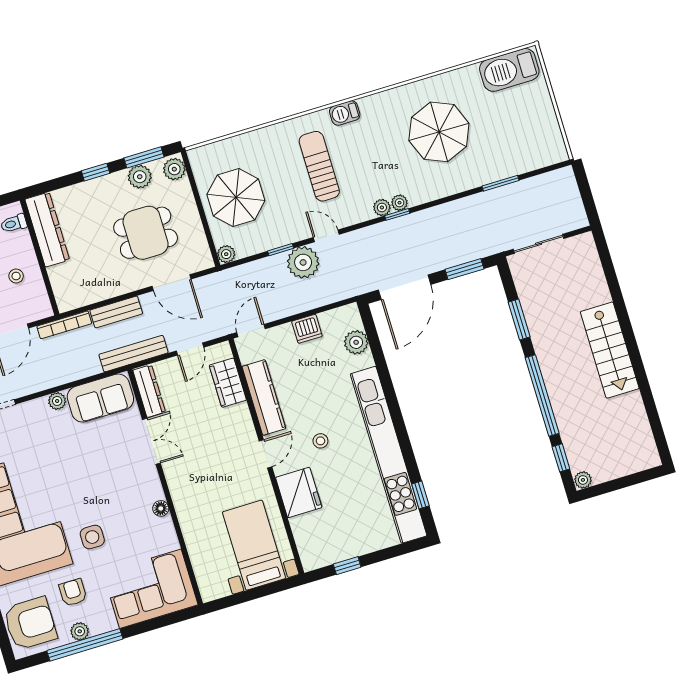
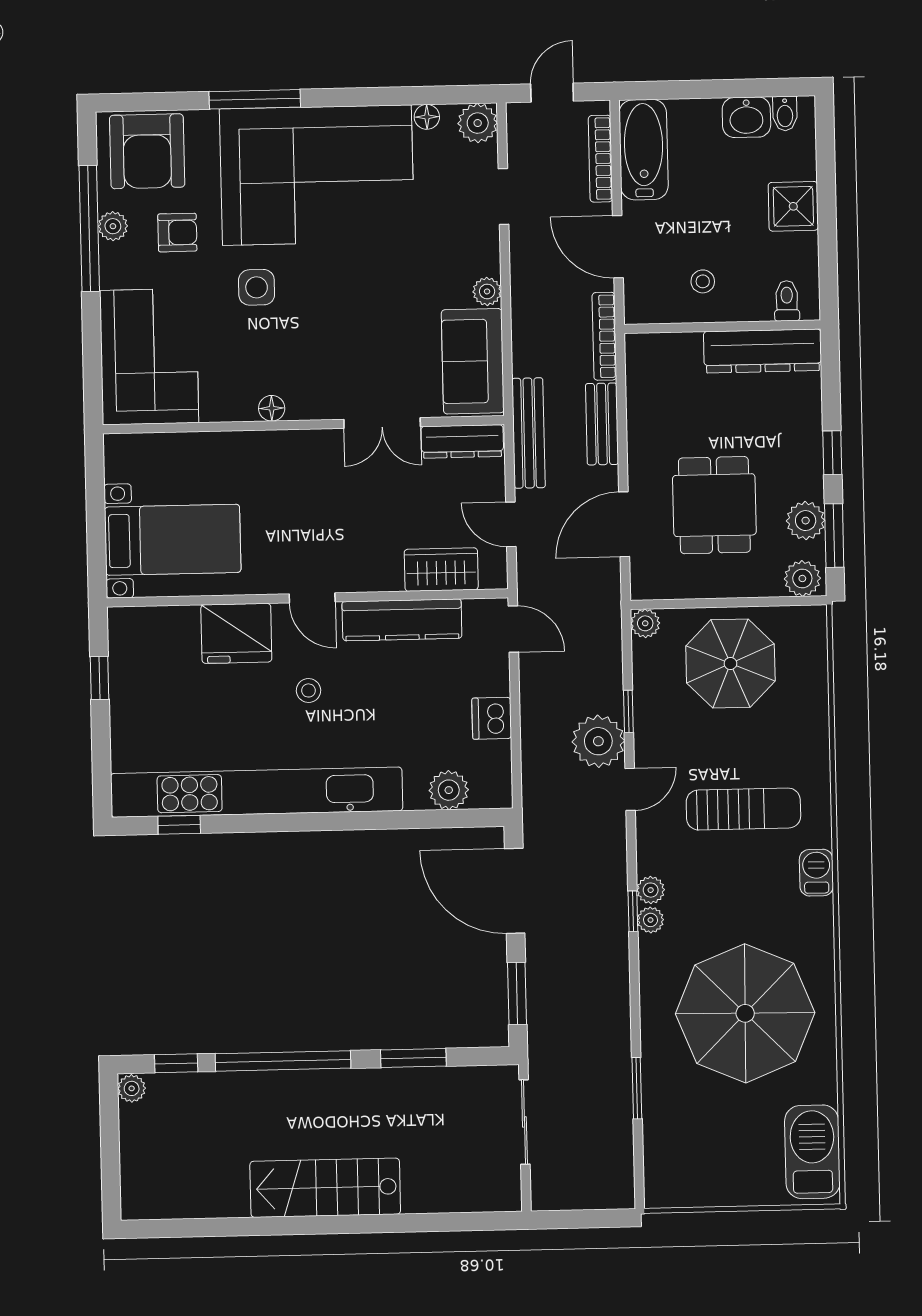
parasol: (439, 132) -> (745, 1013), width x1.36, depth x1.36

